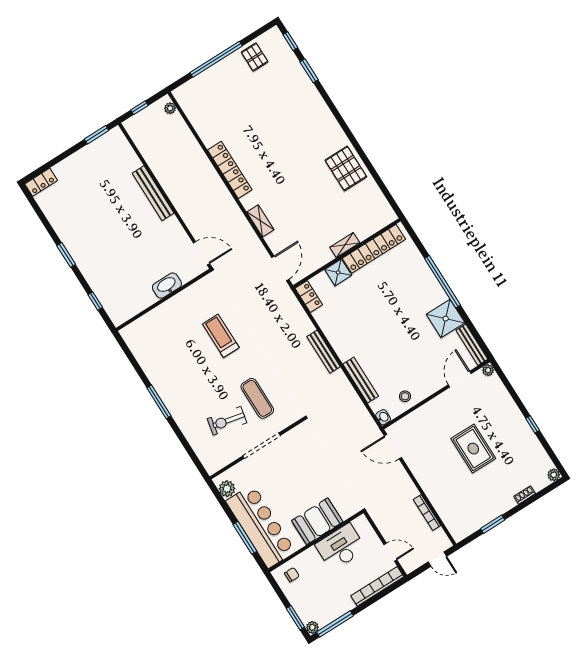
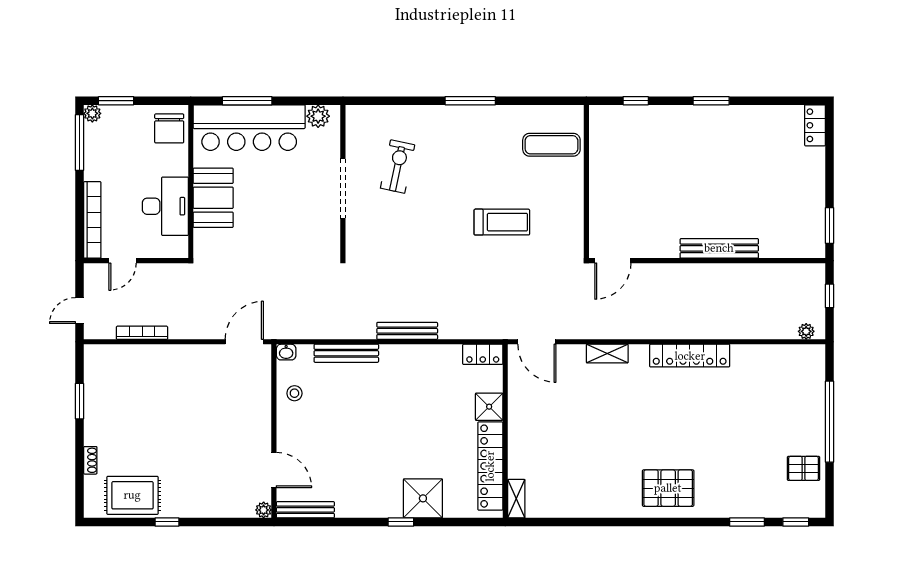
pallet: (346, 168) -> (668, 488), moved
shelving: (345, 245) -> (516, 499), moved
window: (442, 282) -> (401, 522), width x0.32
washbasin: (167, 286) -> (601, 196), removed
shower: (446, 319) -> (423, 498), moved
exercise mat: (257, 398) -> (551, 145), moved
rug: (473, 449) -> (132, 495), moved
plant: (554, 475) -> (92, 509), removed
chair: (292, 575) -> (169, 128), width x1.87, depth x1.87

